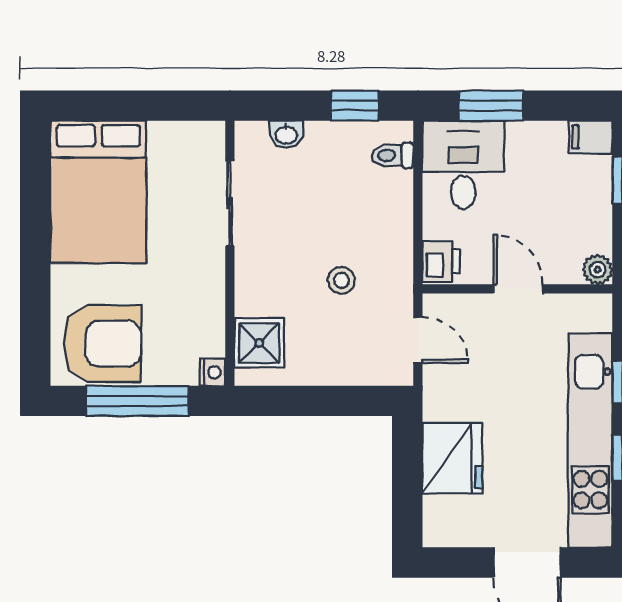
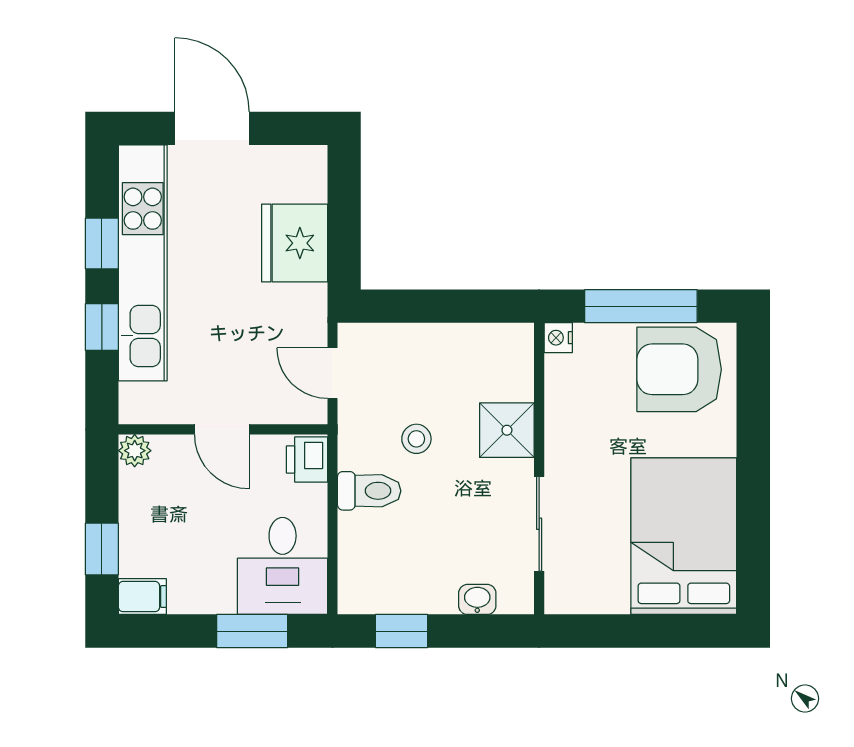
toilet: (392, 155) -> (369, 491), moved, width x1.37, depth x1.39
shower: (259, 343) -> (507, 430), moved

